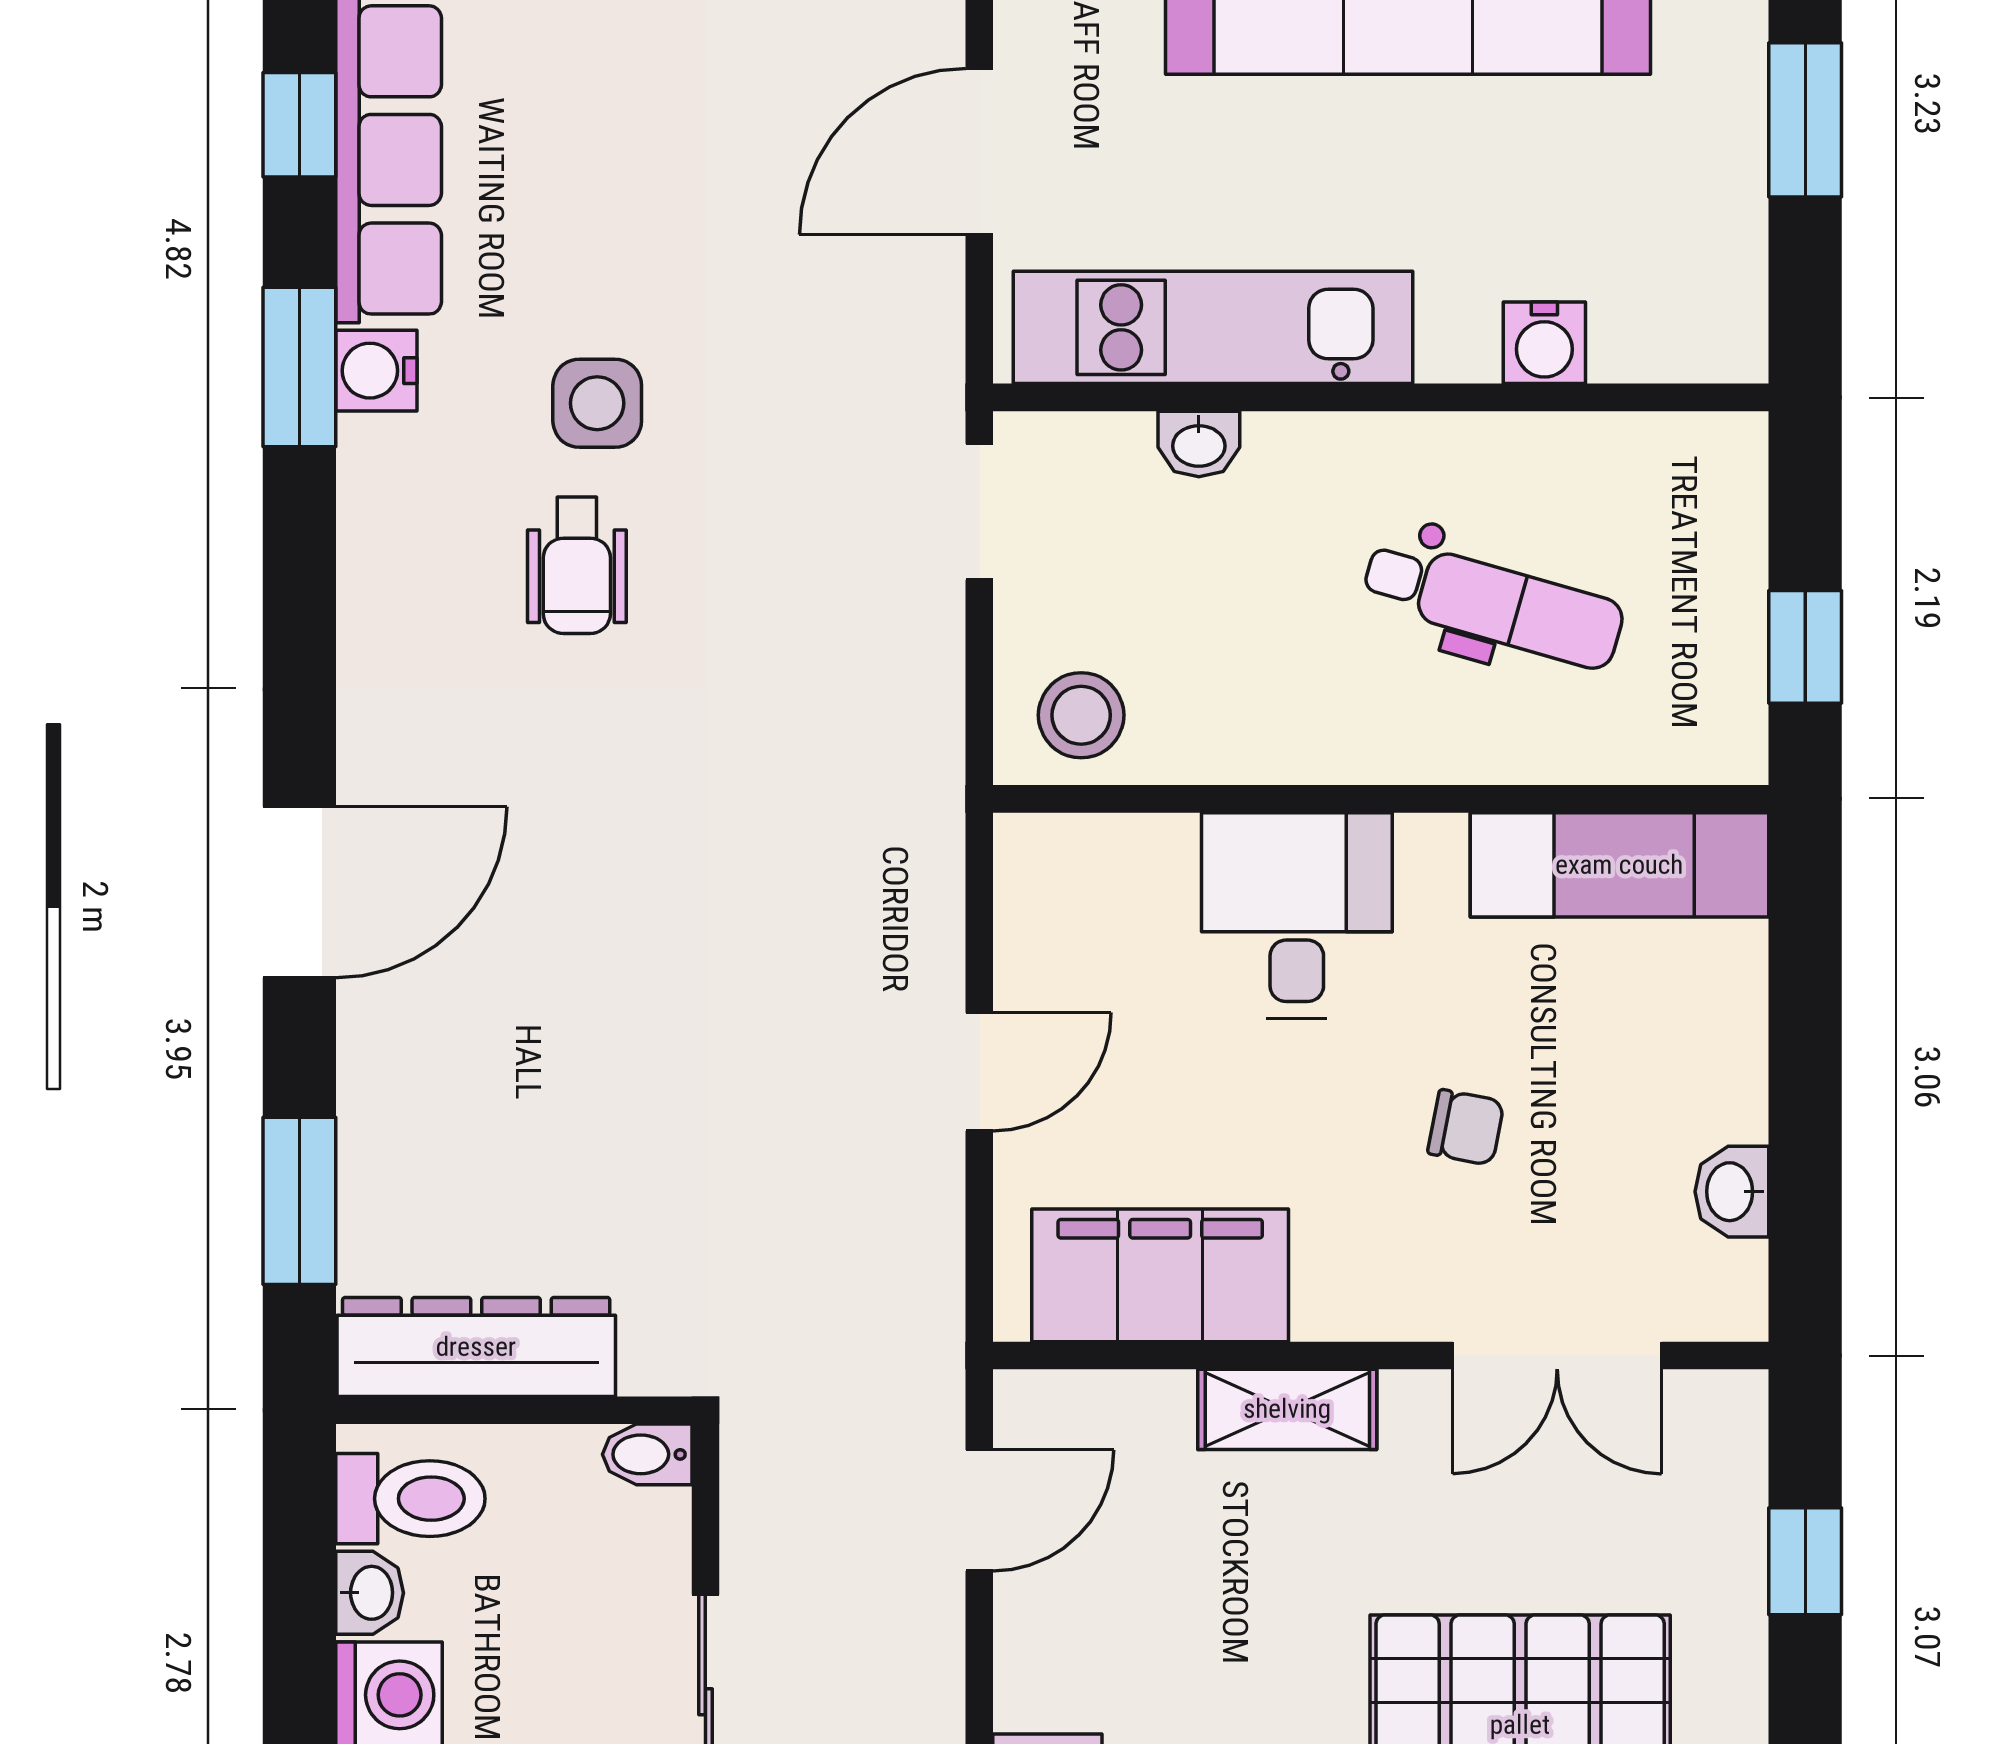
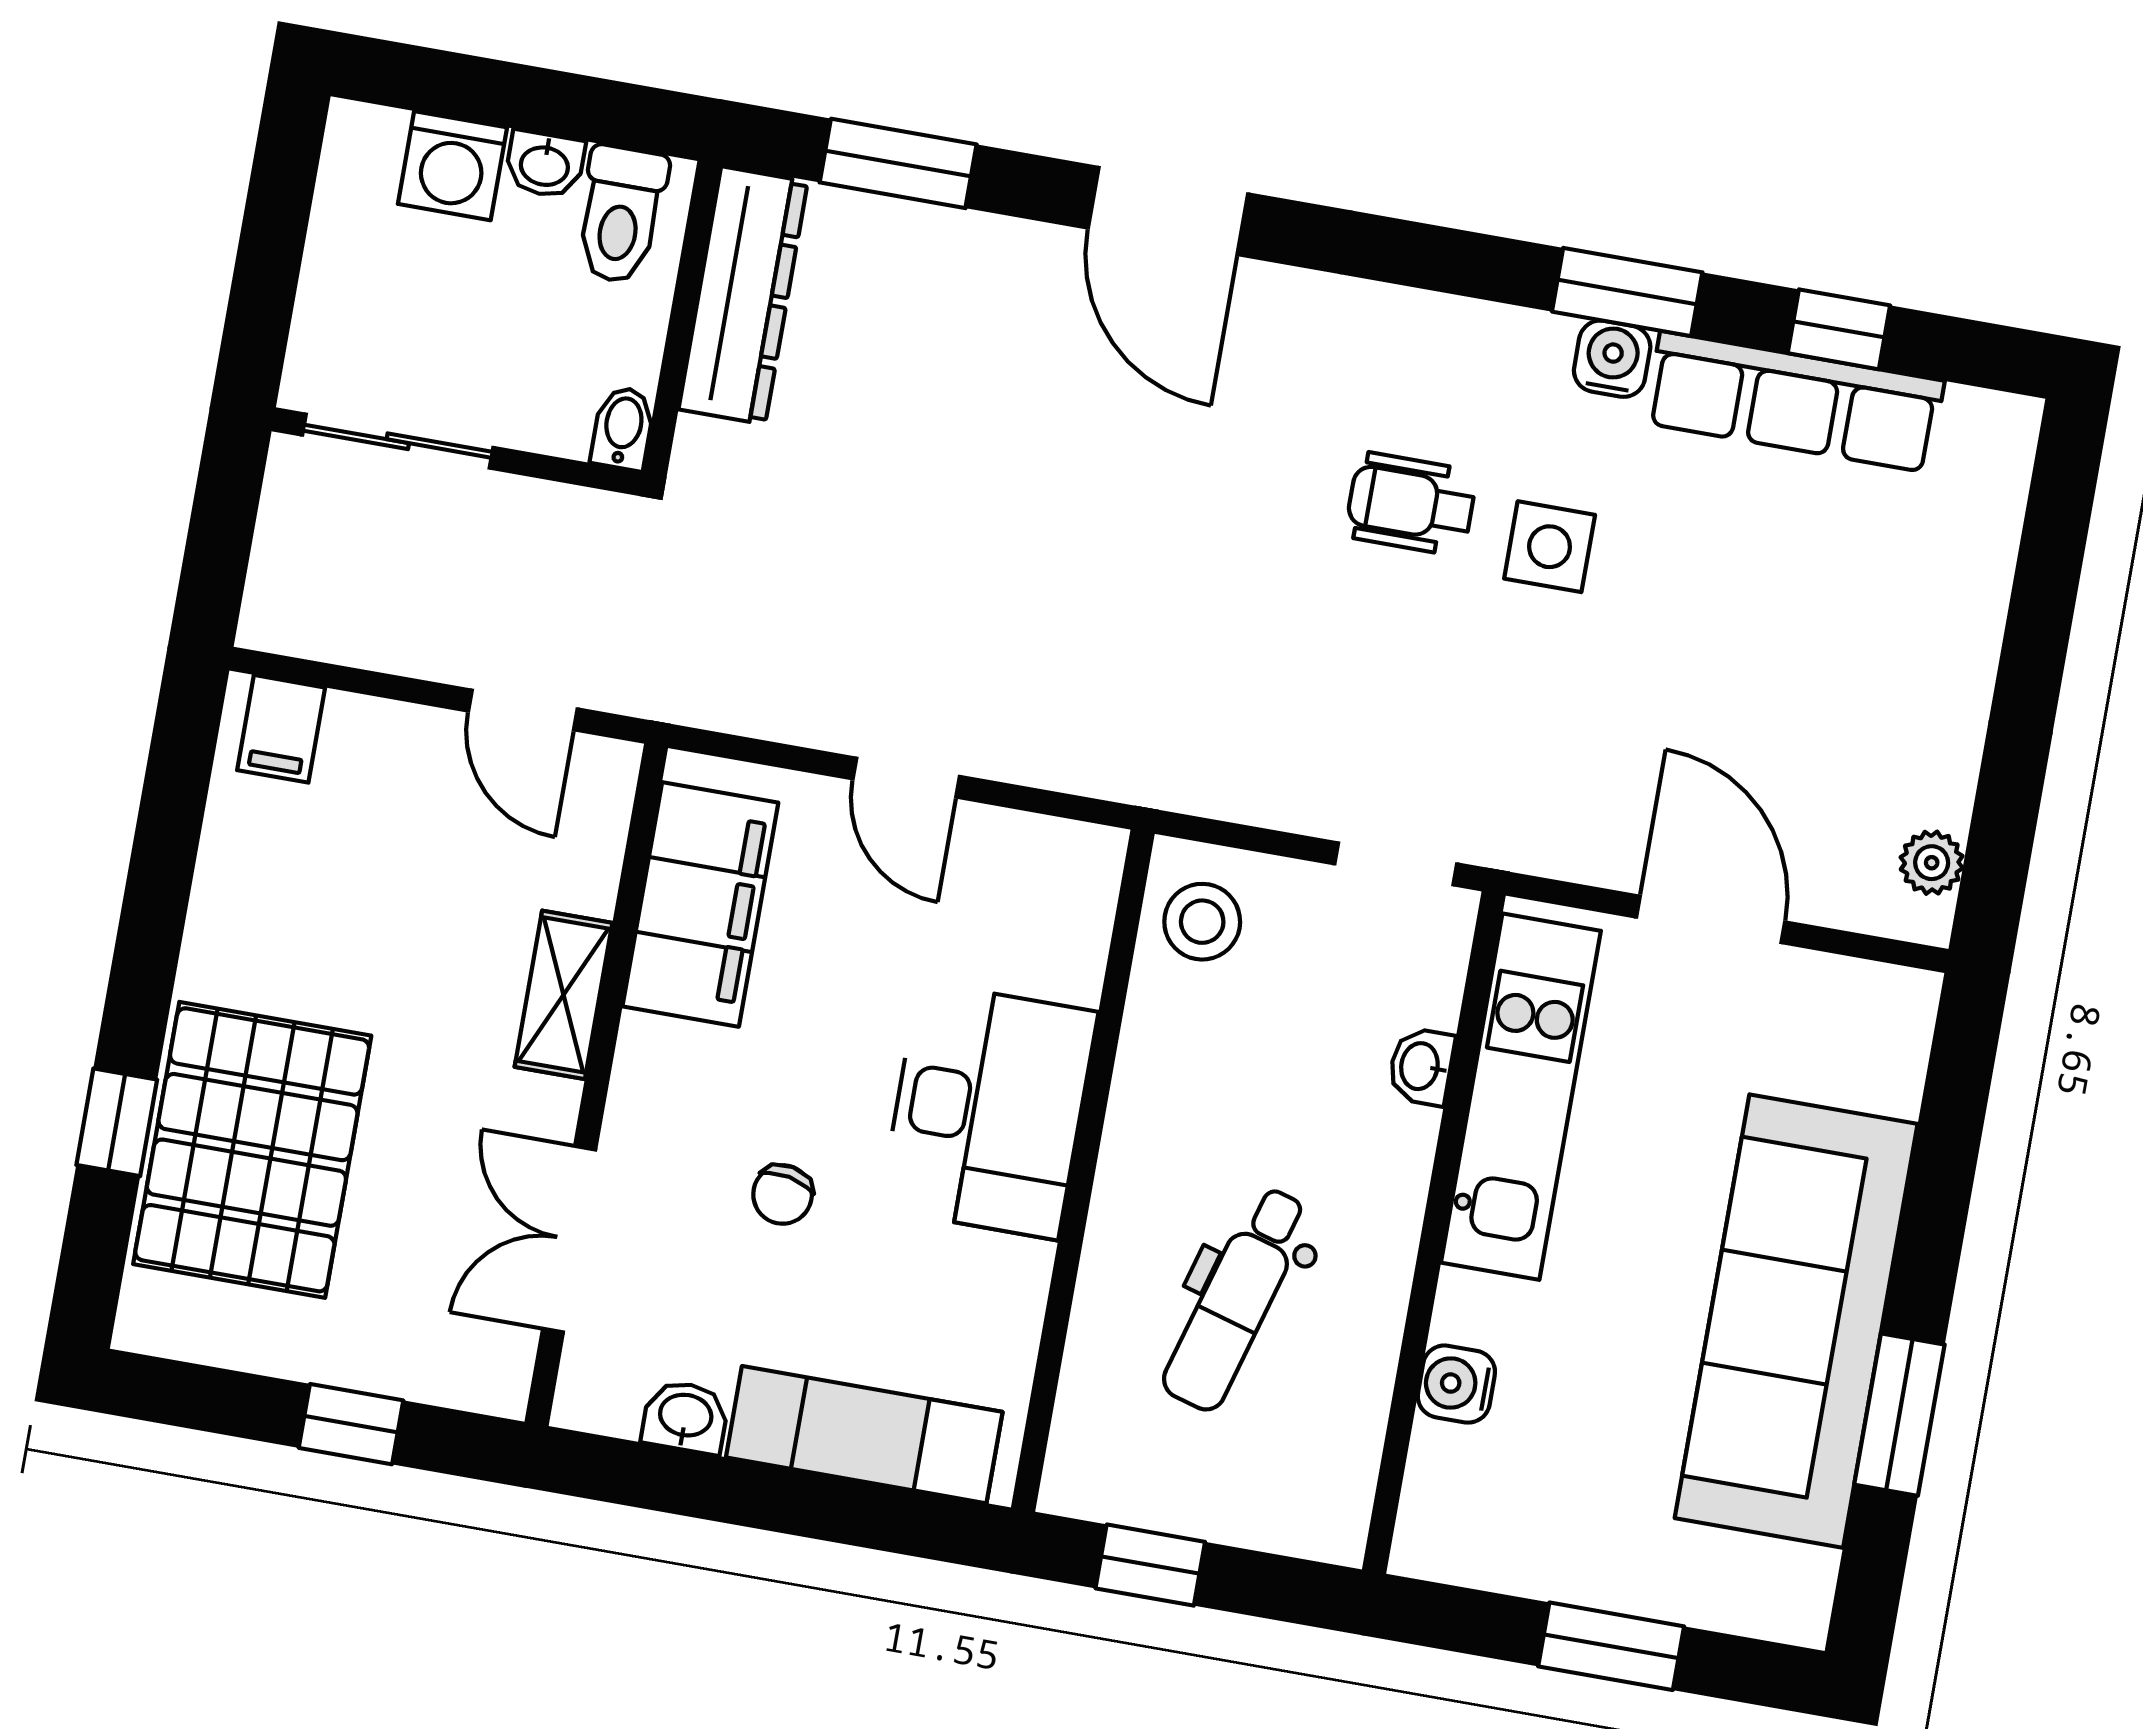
exam couch: (1619, 865) -> (864, 1435), moved, turned 90
desk: (1297, 915) -> (989, 1110), width x1.37

